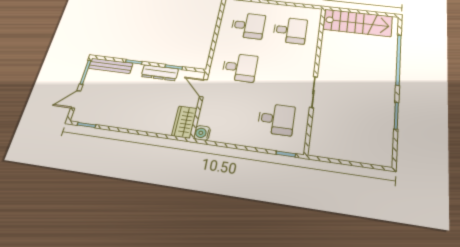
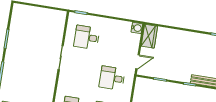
dresser: (160, 73) -> (170, 75), removed
door: (203, 88) -> (138, 62), hinge flipped

